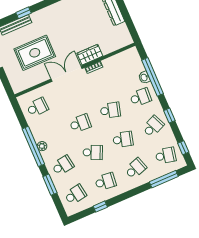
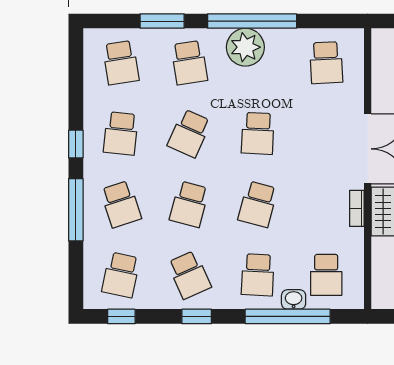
school desk: (128, 68) -> (326, 275), added
plant: (42, 146) -> (245, 47), width x1.88, depth x1.88
window: (164, 179) -> (76, 210), moved
window: (100, 207) -> (76, 144), moved

